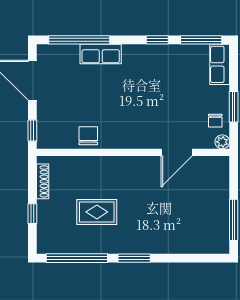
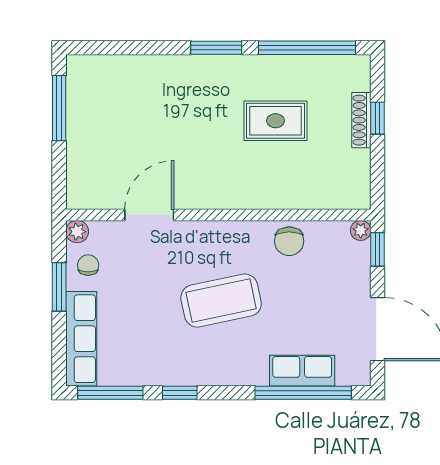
row of seats: (101, 54) -> (302, 371), moved
row of seats: (220, 64) -> (81, 339), width x1.48
coffee table: (131, 98) -> (221, 301), added
plant: (43, 143) -> (361, 230), added
shoe rack: (43, 181) -> (361, 120), moved

